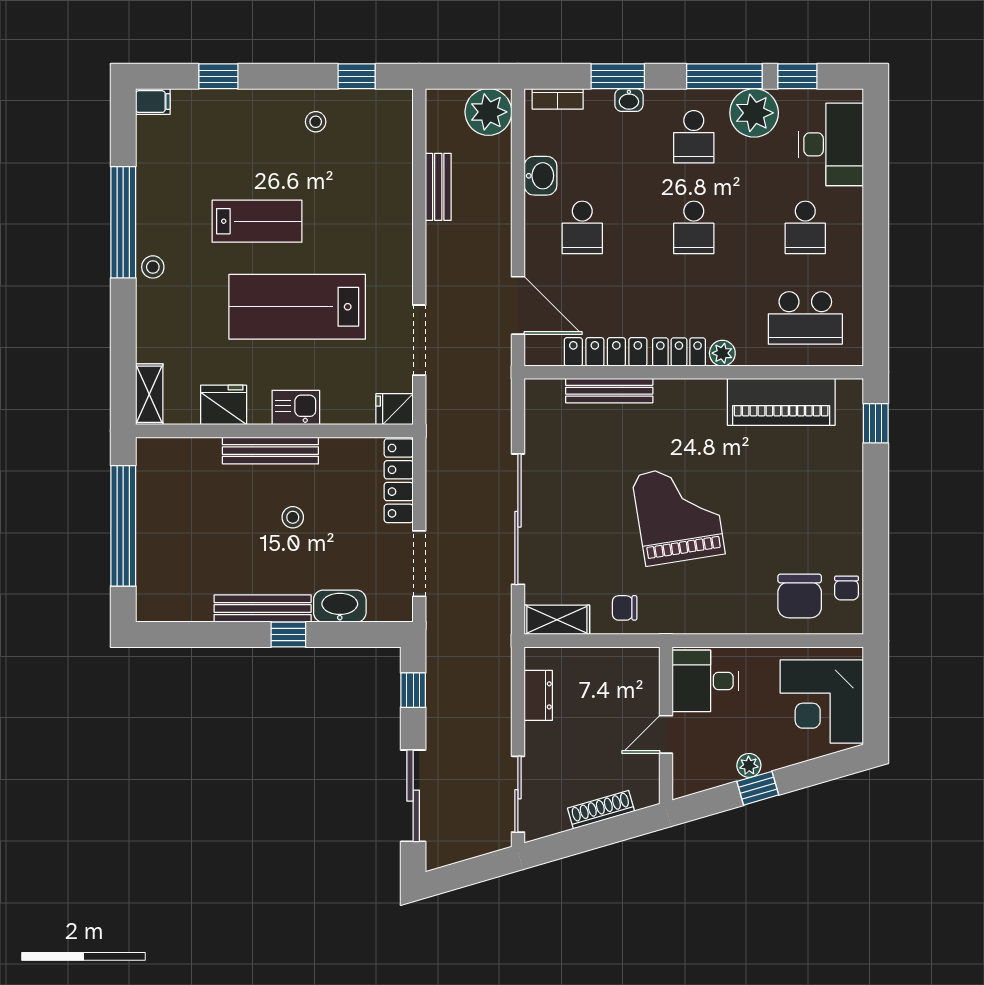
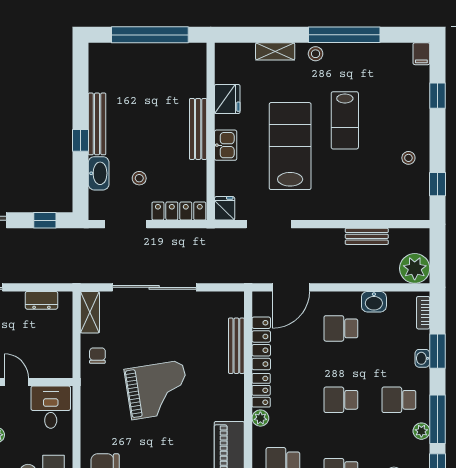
plant: (754, 113) -> (421, 431), width x0.53, depth x0.53
shelving: (149, 394) -> (275, 51), moved
stool: (293, 517) -> (139, 178), moved

